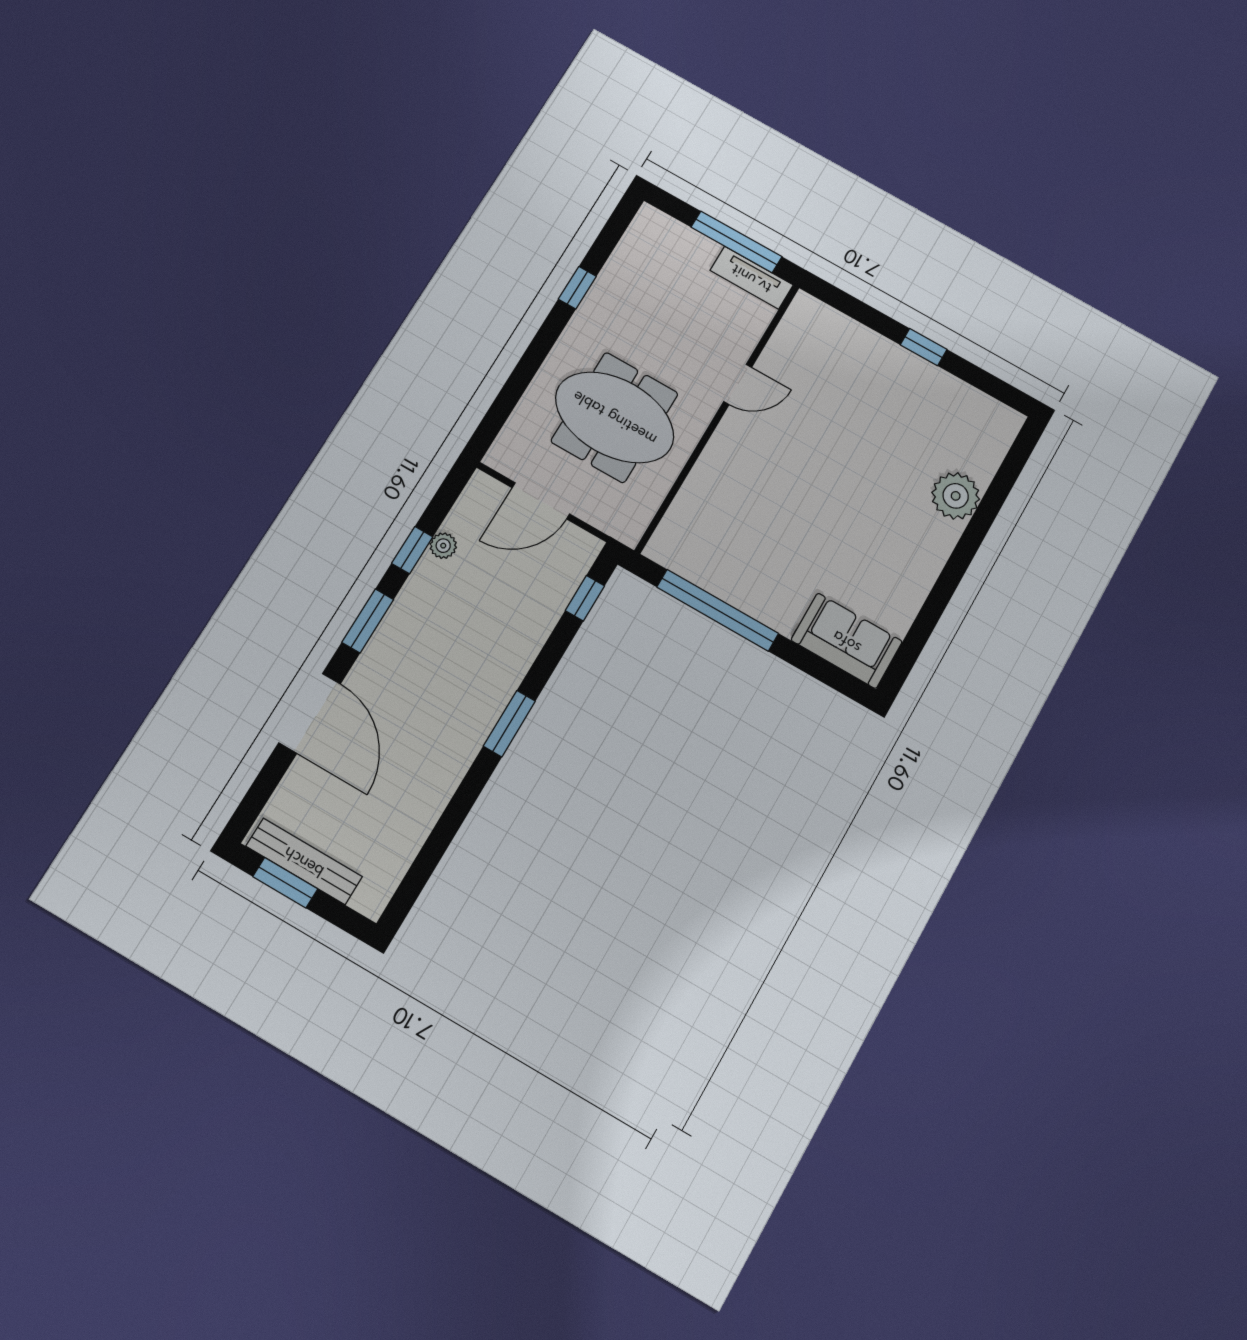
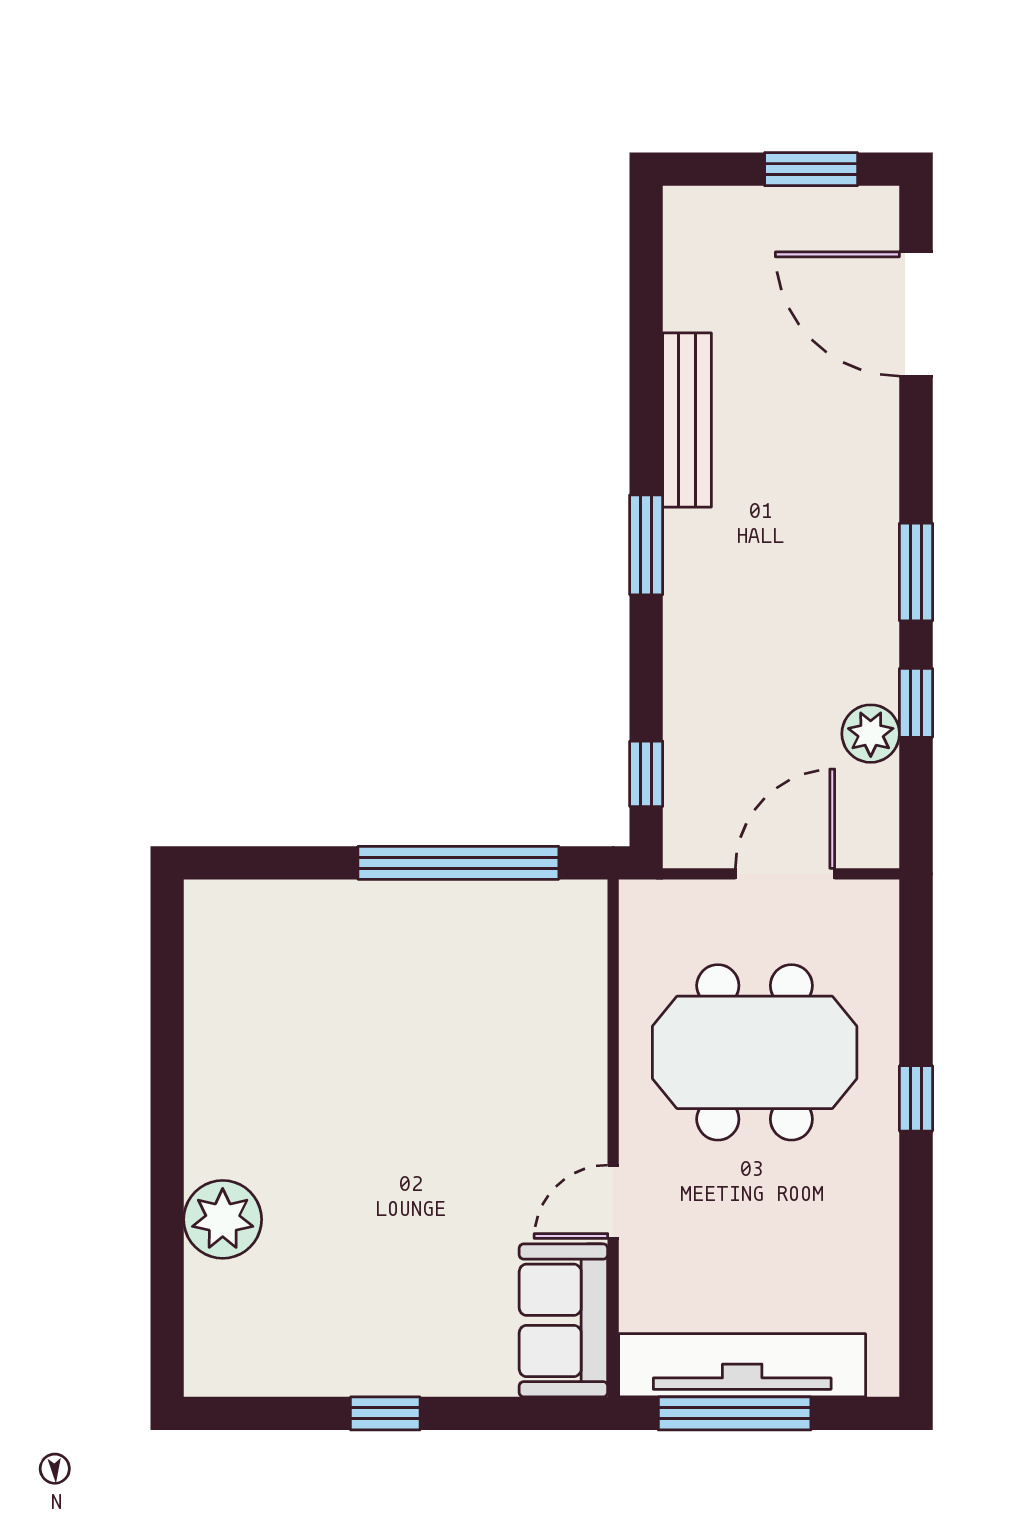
tv unit: (752, 278) -> (742, 1365), width x1.92, depth x1.29
window: (577, 288) -> (916, 1098), moved
plant: (443, 546) -> (871, 734), width x1.38, depth x1.38
sofa: (847, 641) -> (563, 1320), moved, turned 90
door: (310, 713) -> (916, 314), moved
bench: (304, 861) -> (687, 420), moved, turned 90

